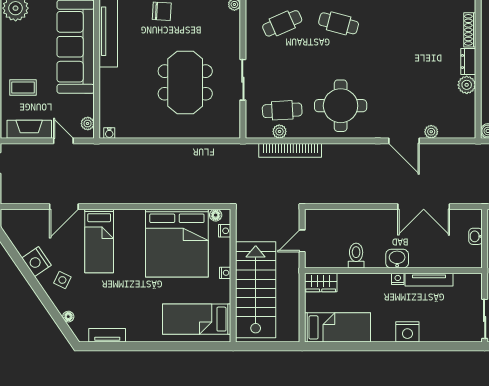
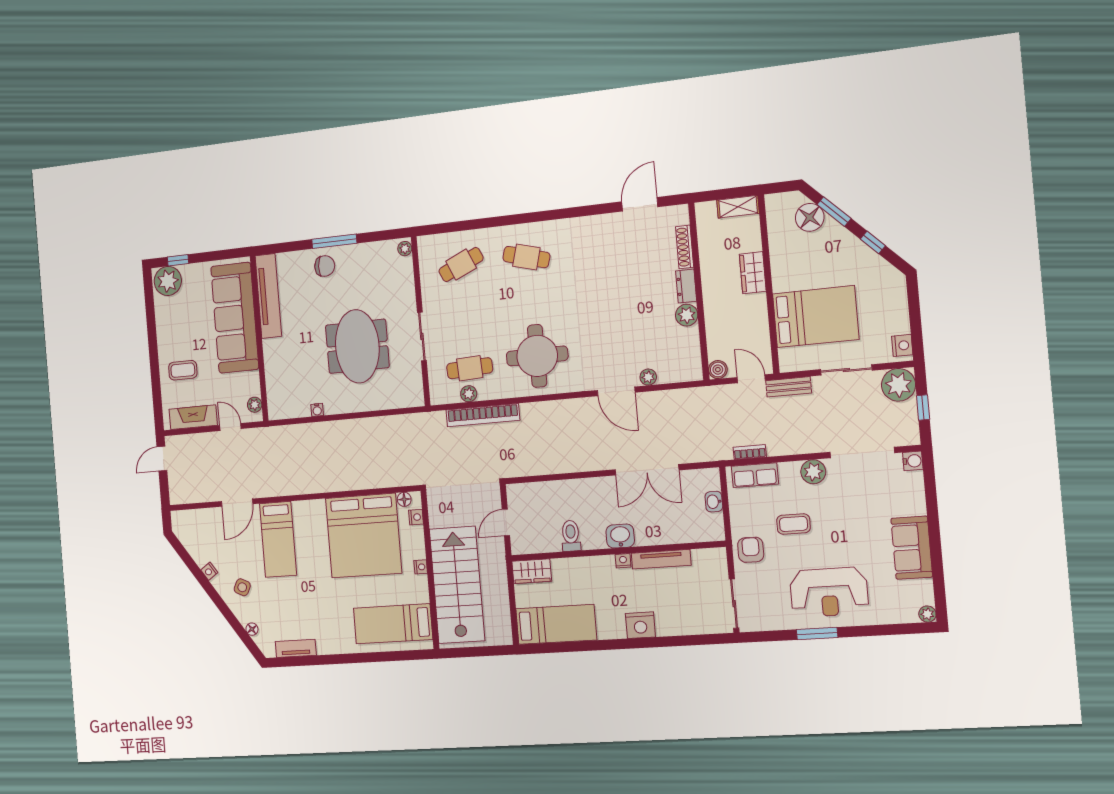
water cooler: (109, 133) -> (317, 410), moved
nightstand: (36, 262) -> (209, 571), width x0.53, depth x0.56

